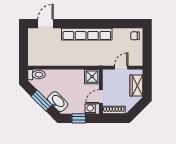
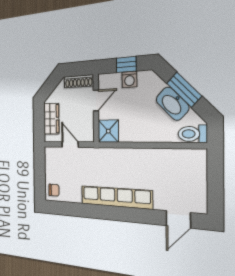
door: (121, 68) -> (70, 145), swing flipped
washbasin: (58, 102) -> (172, 104), moved
washing machine: (90, 109) -> (129, 79), moved

